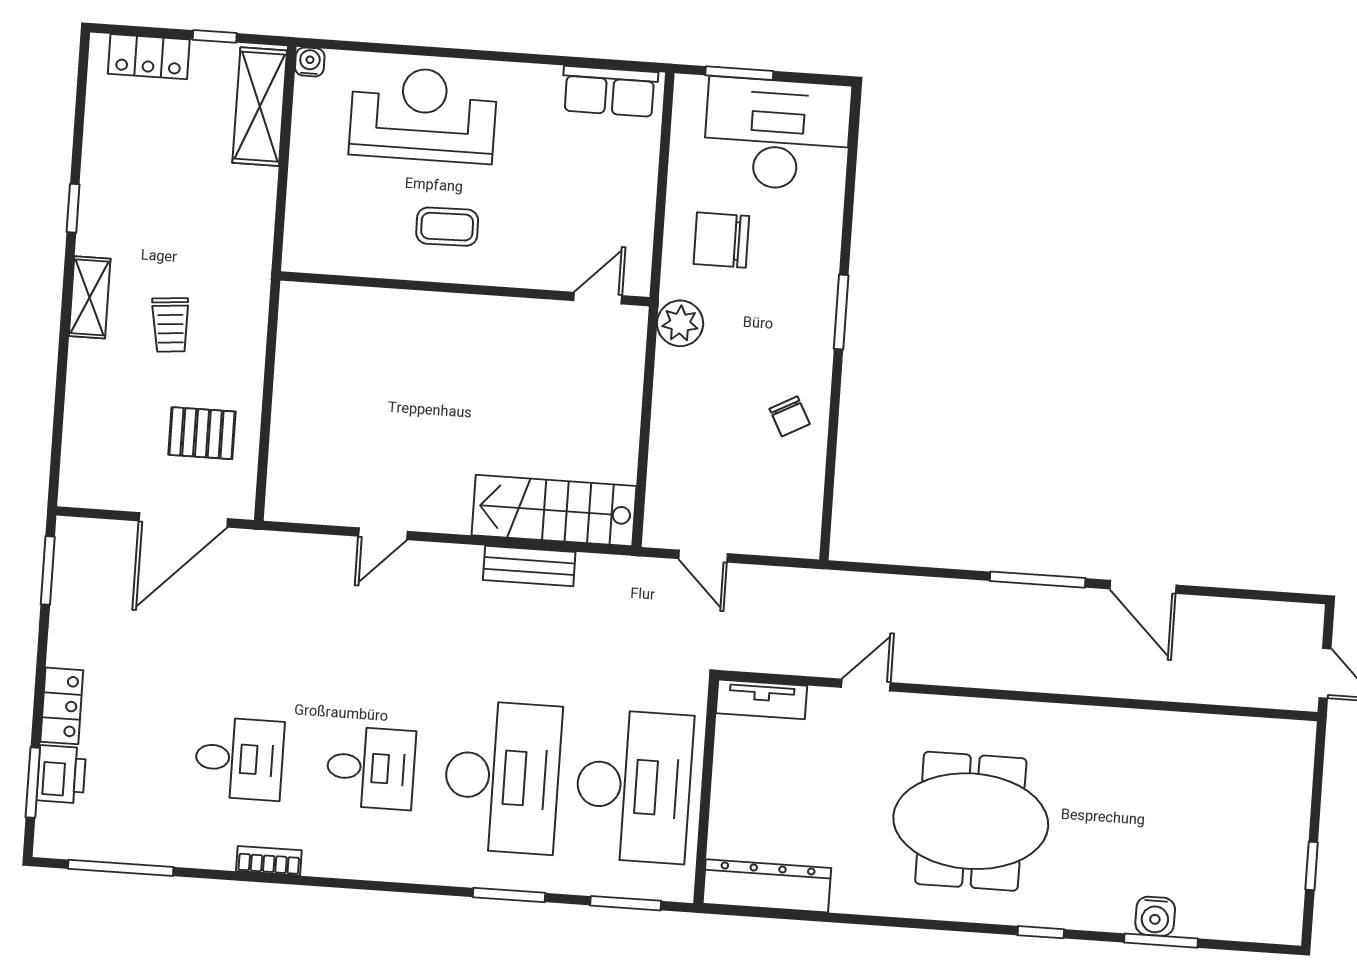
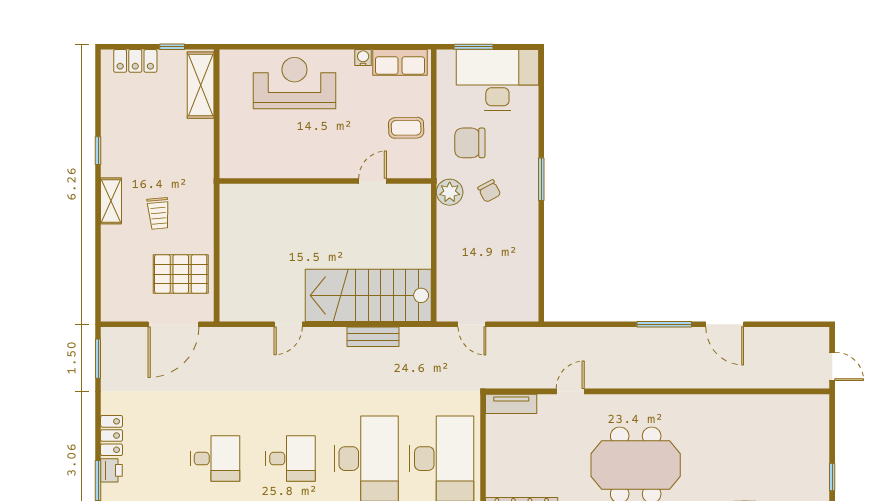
water cooler: (310, 62) -> (363, 58), moved
coffee table: (447, 227) -> (406, 128), moved
door: (598, 298) -> (373, 181), moved
chair: (790, 416) -> (489, 191), moved
pallet: (202, 433) -> (181, 274), width x1.50, depth x1.42
stairs: (554, 511) -> (368, 295), width x1.36, depth x1.51
printer: (61, 774) -> (111, 470), width x0.73, depth x0.81

